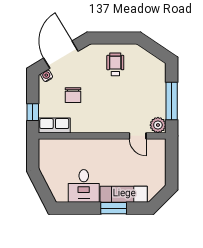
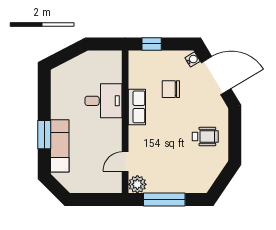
row of seats: (54, 125) -> (137, 107), moved
desk: (84, 186) -> (104, 101), moved, turned 180

